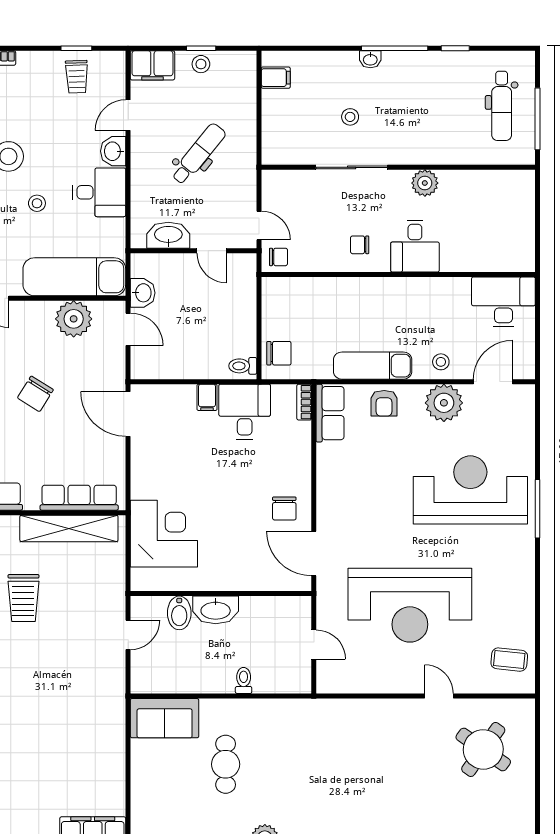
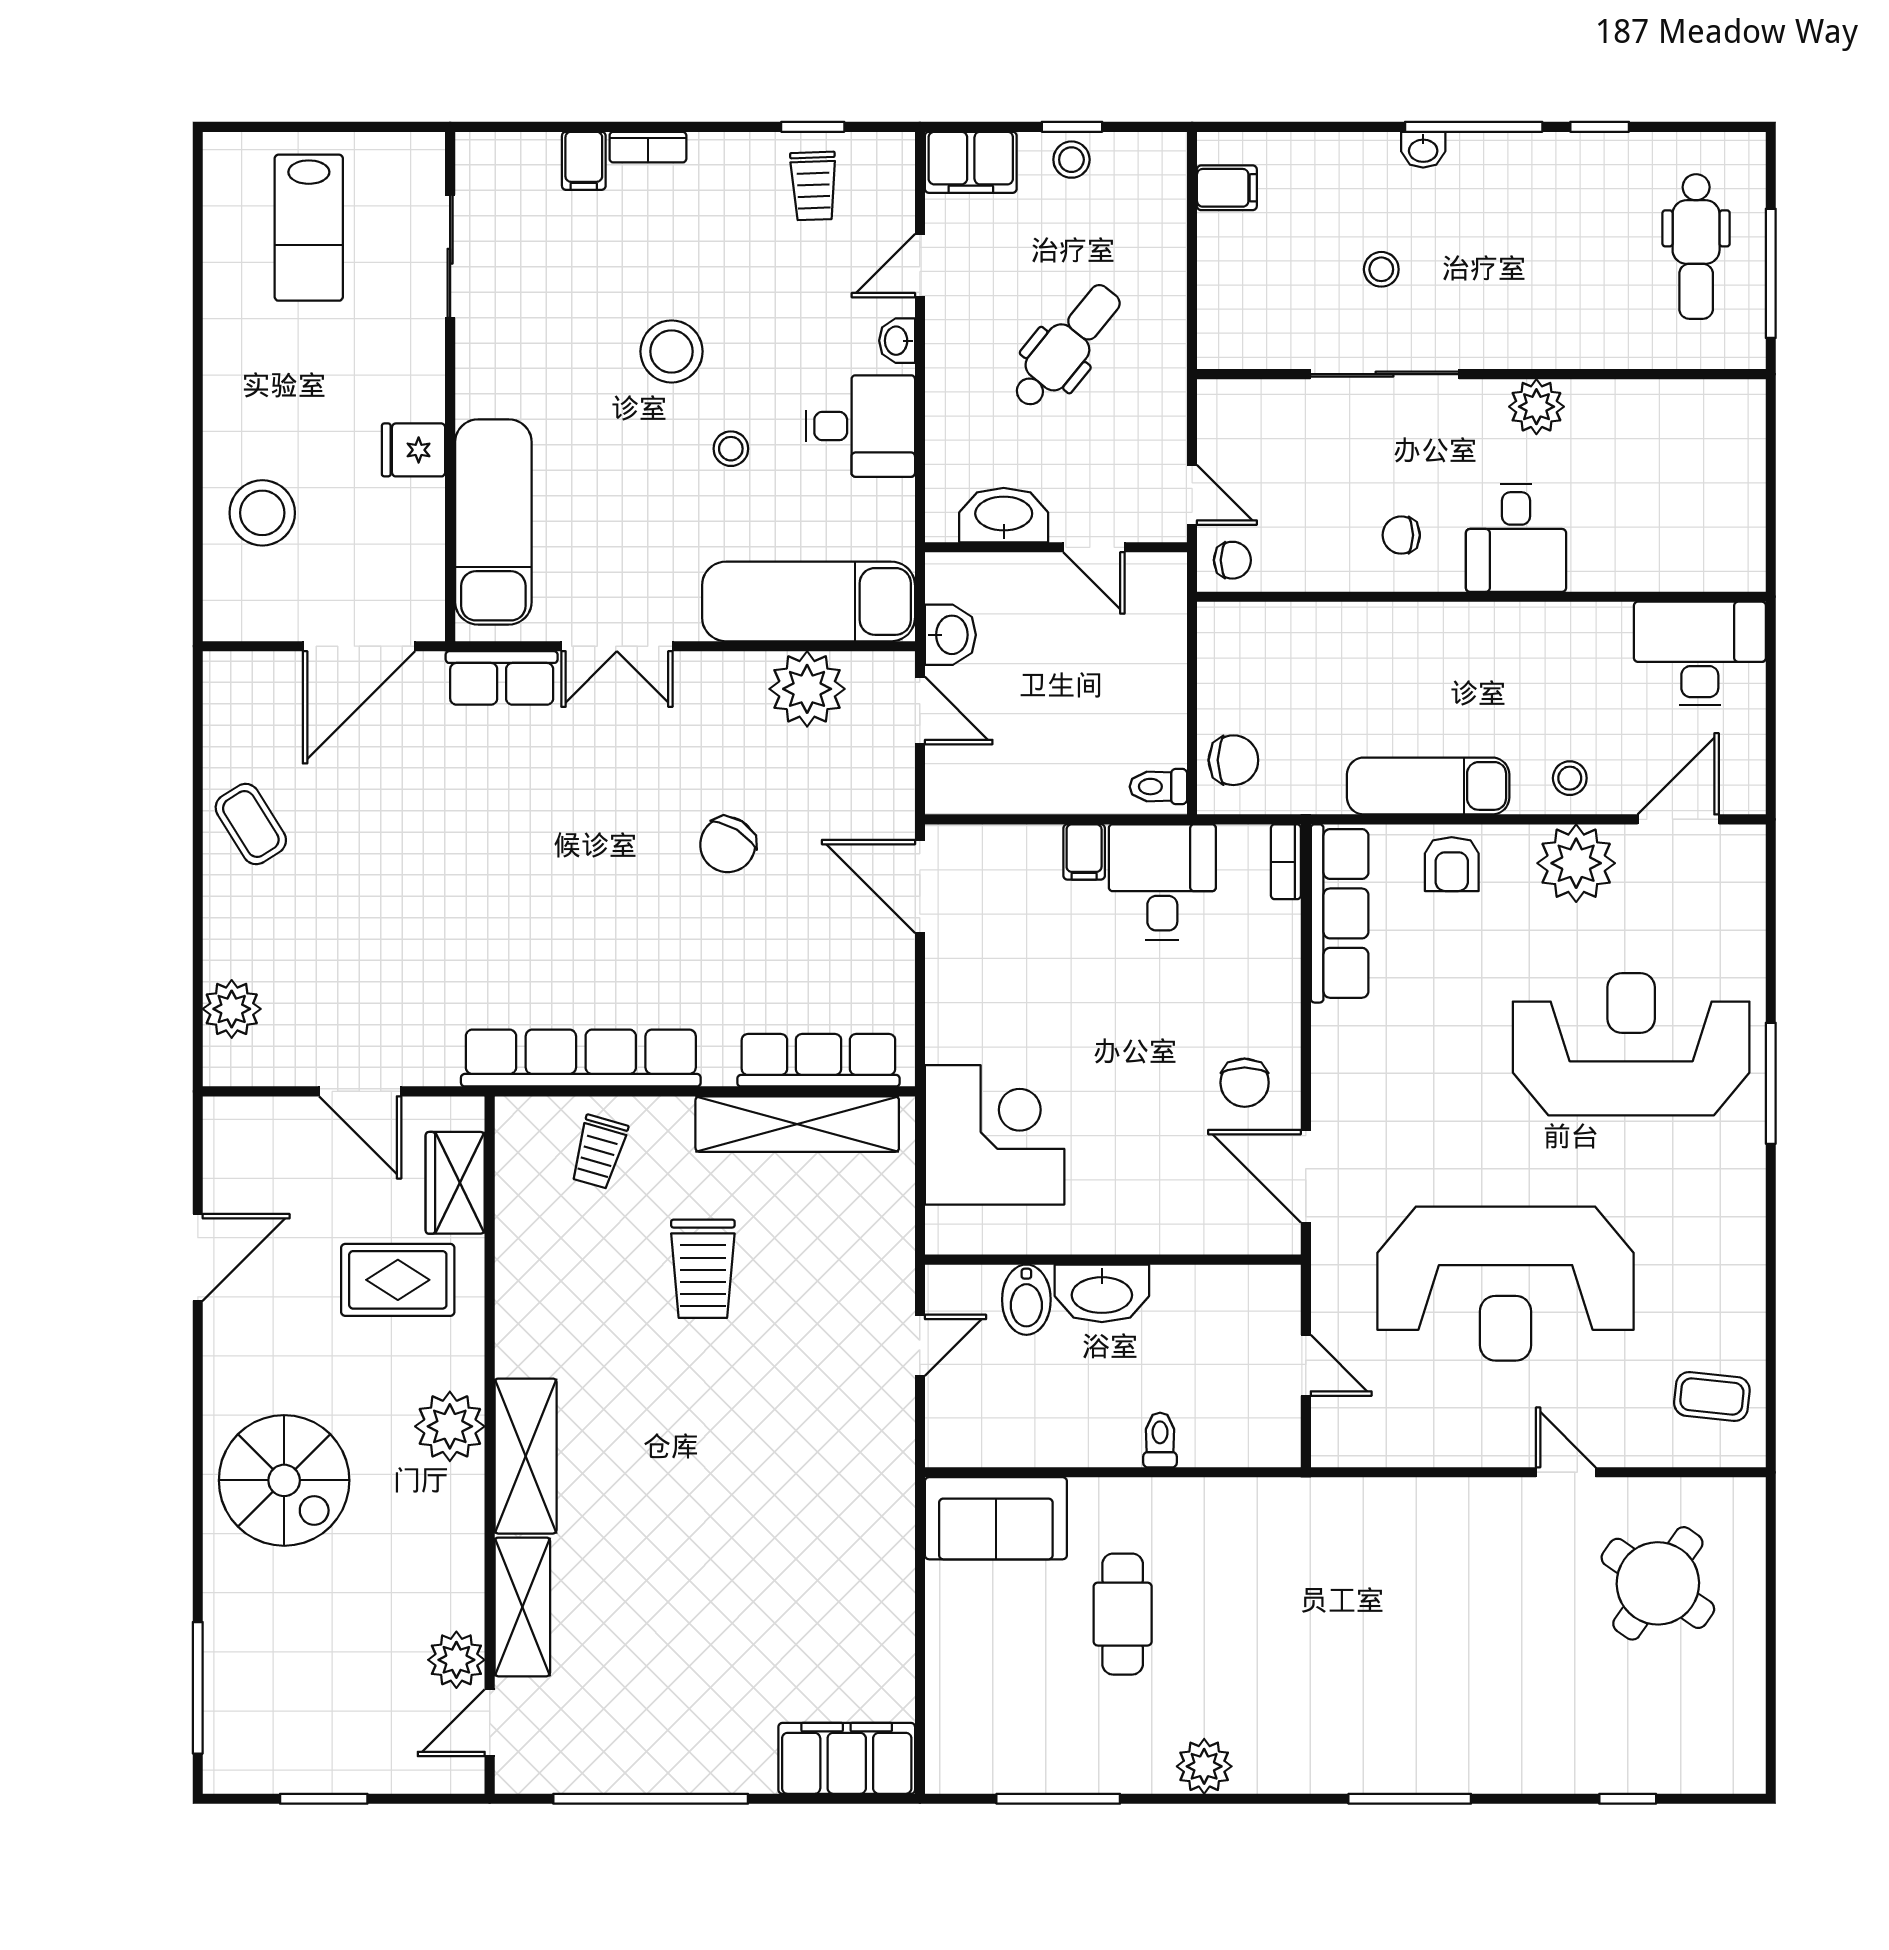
washbasin: (113, 151) -> (897, 341), width x0.72, depth x0.69
row of seats: (330, 413) -> (1340, 913), width x1.48

